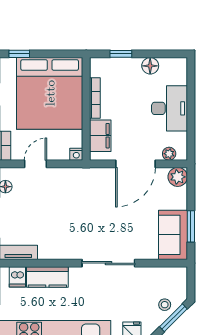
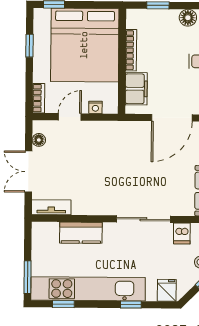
nightstand: (76, 154) -> (95, 107), moved
dishwasher: (17, 277) -> (182, 234), moved

